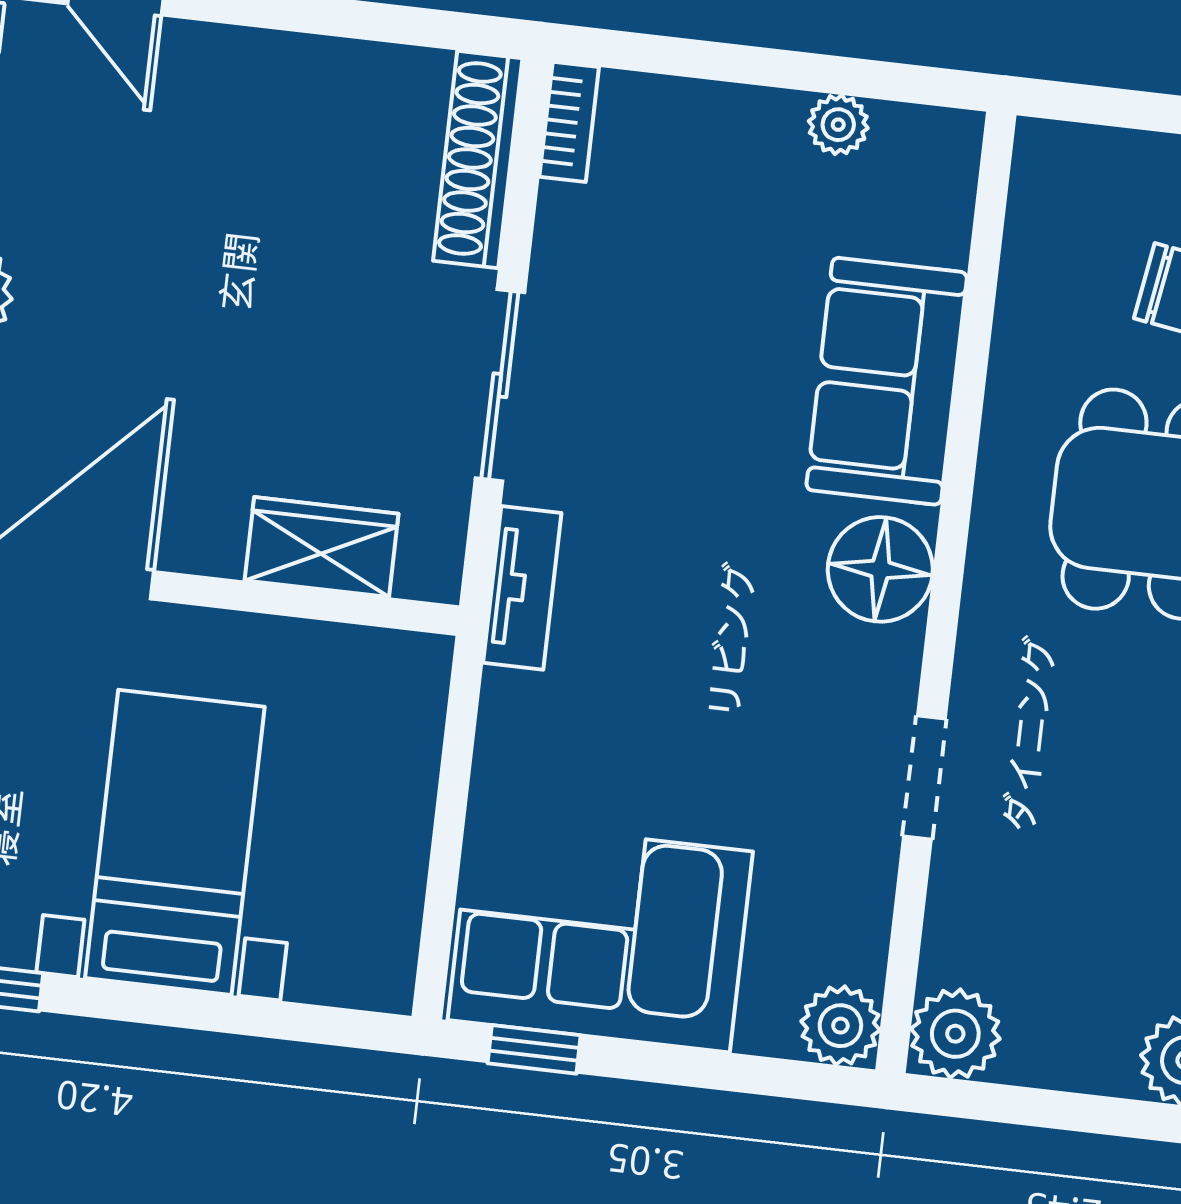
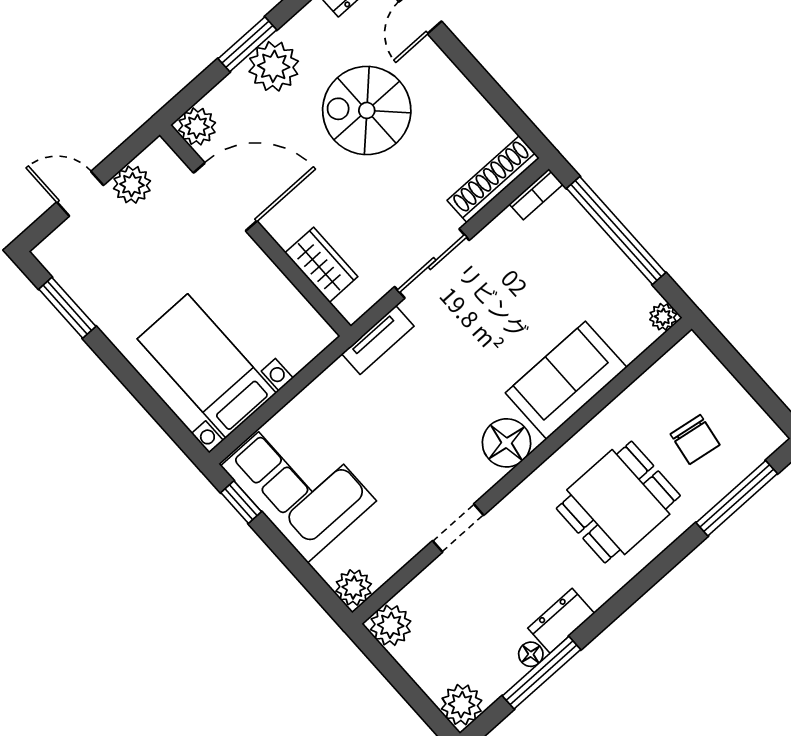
window: (752, 65) -> (616, 230), added
plant: (838, 125) -> (663, 317), moved
spiral stairs: (172, 230) -> (367, 110), added
bed with nightstands: (175, 842) -> (207, 366), moved, turned -90

